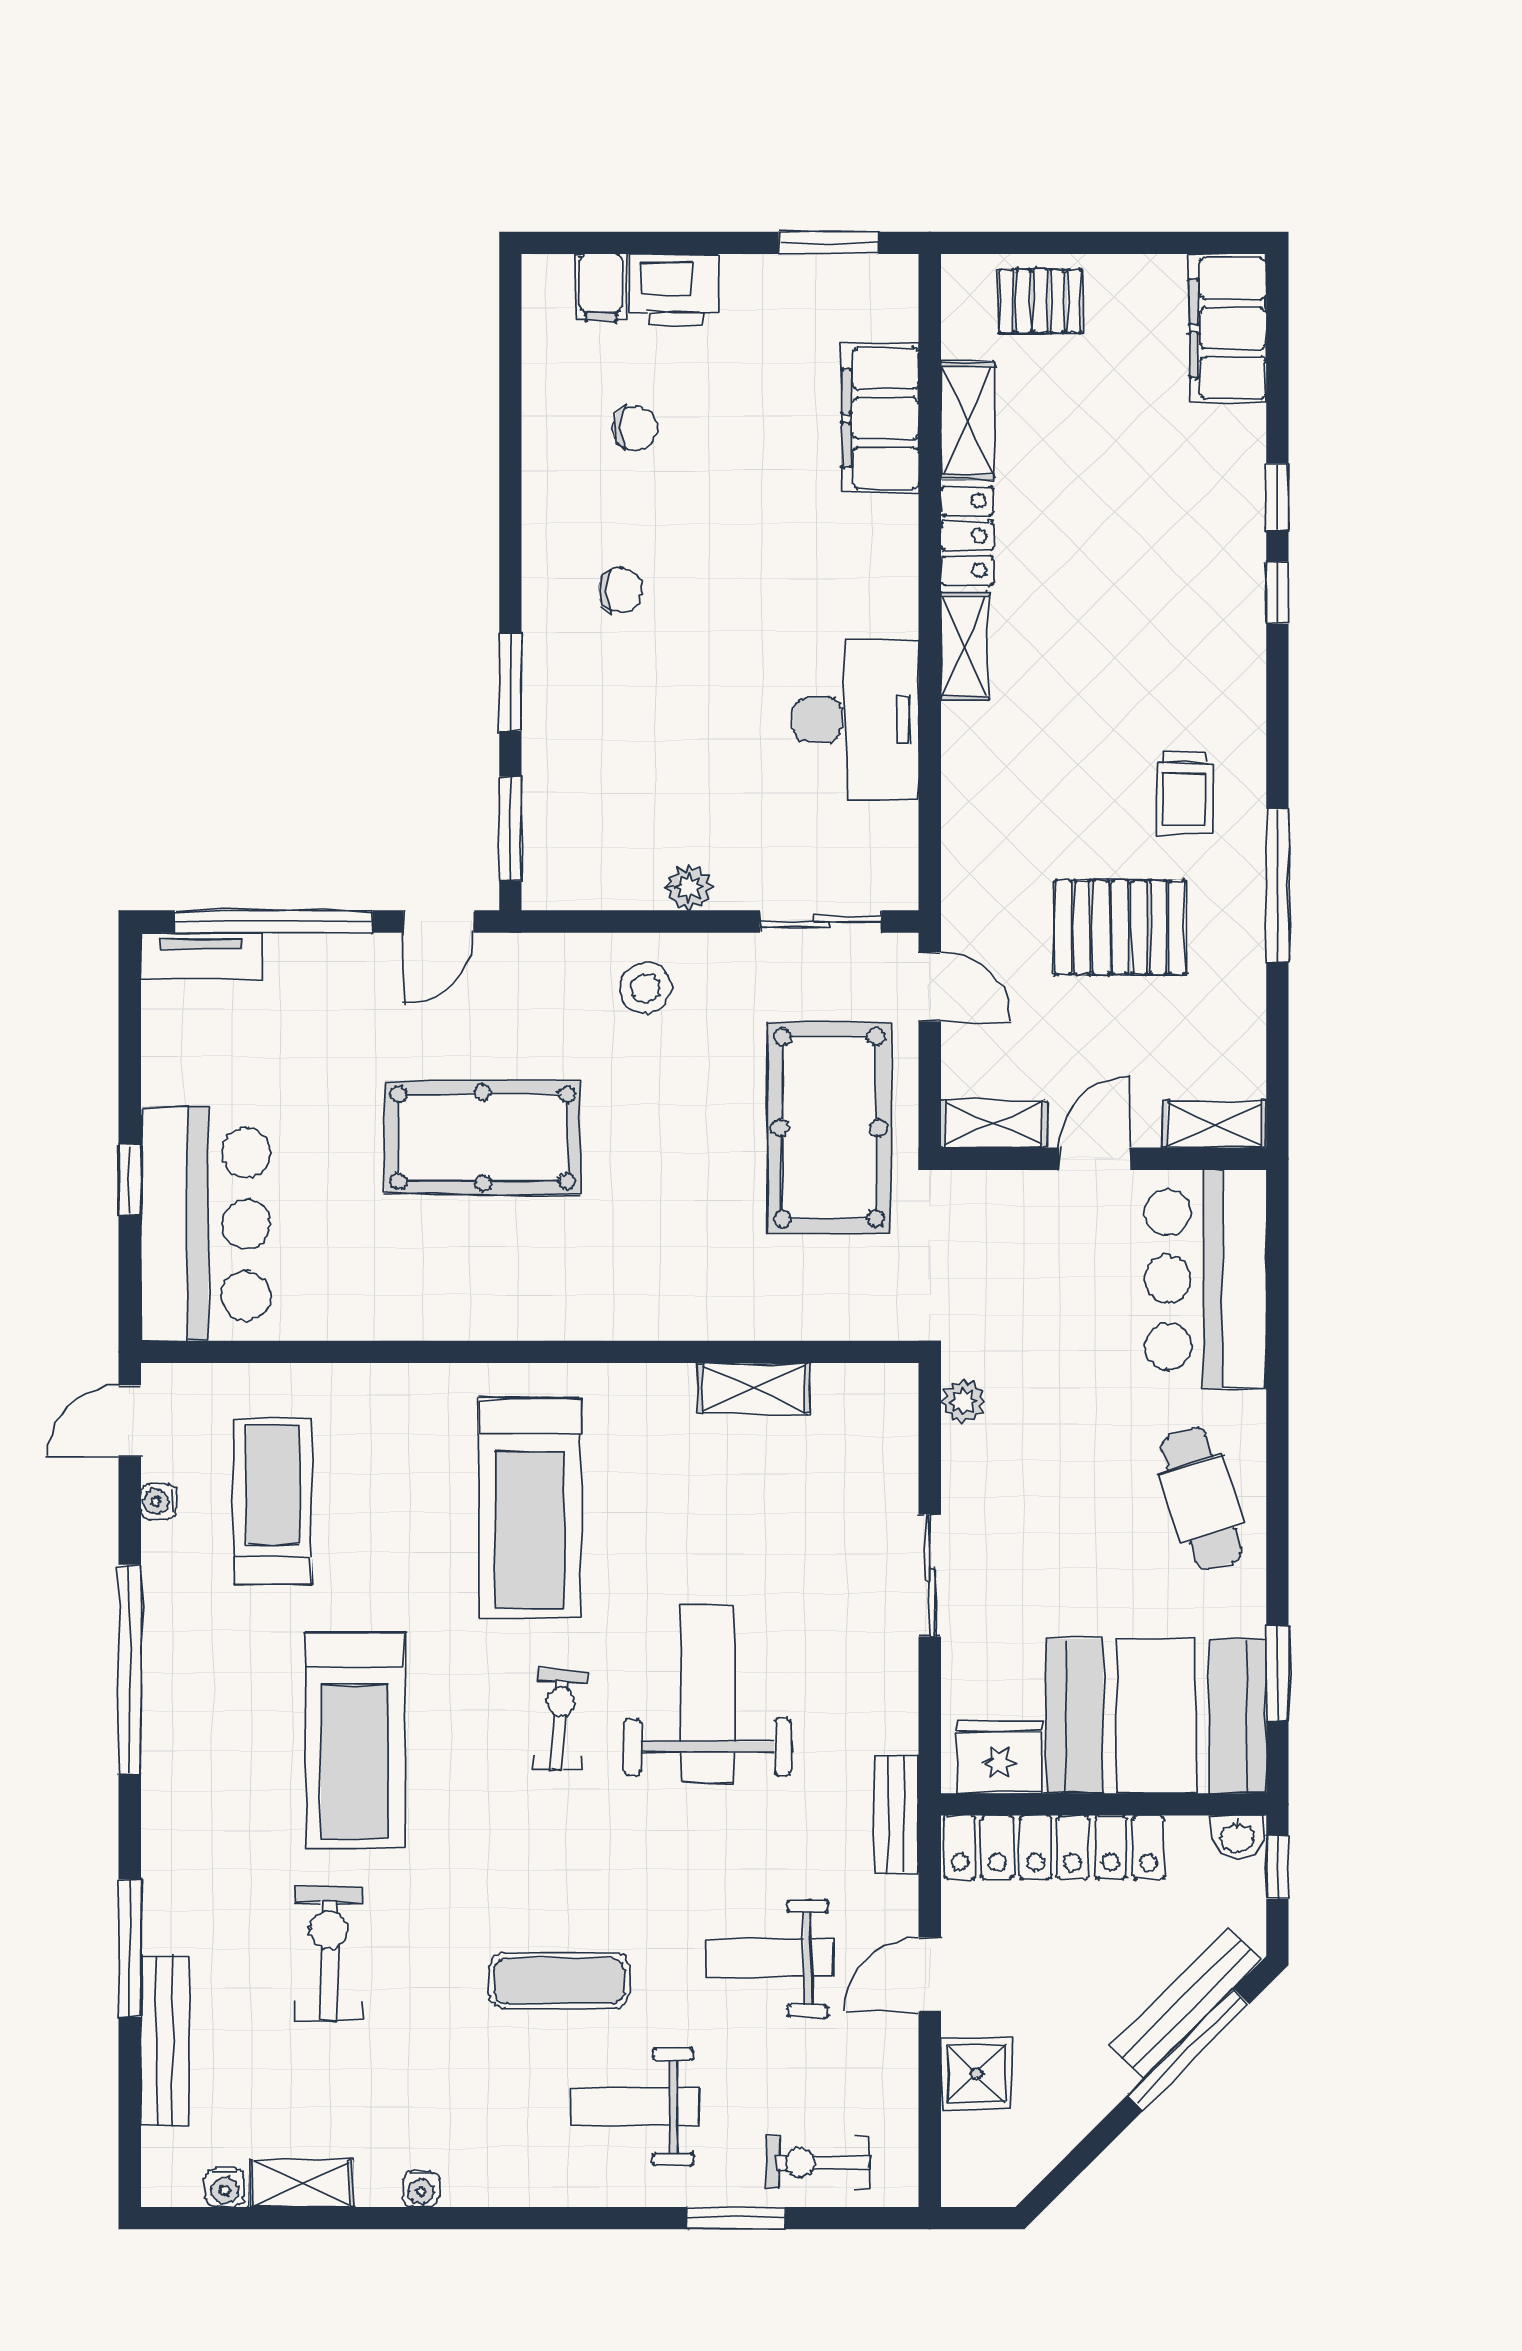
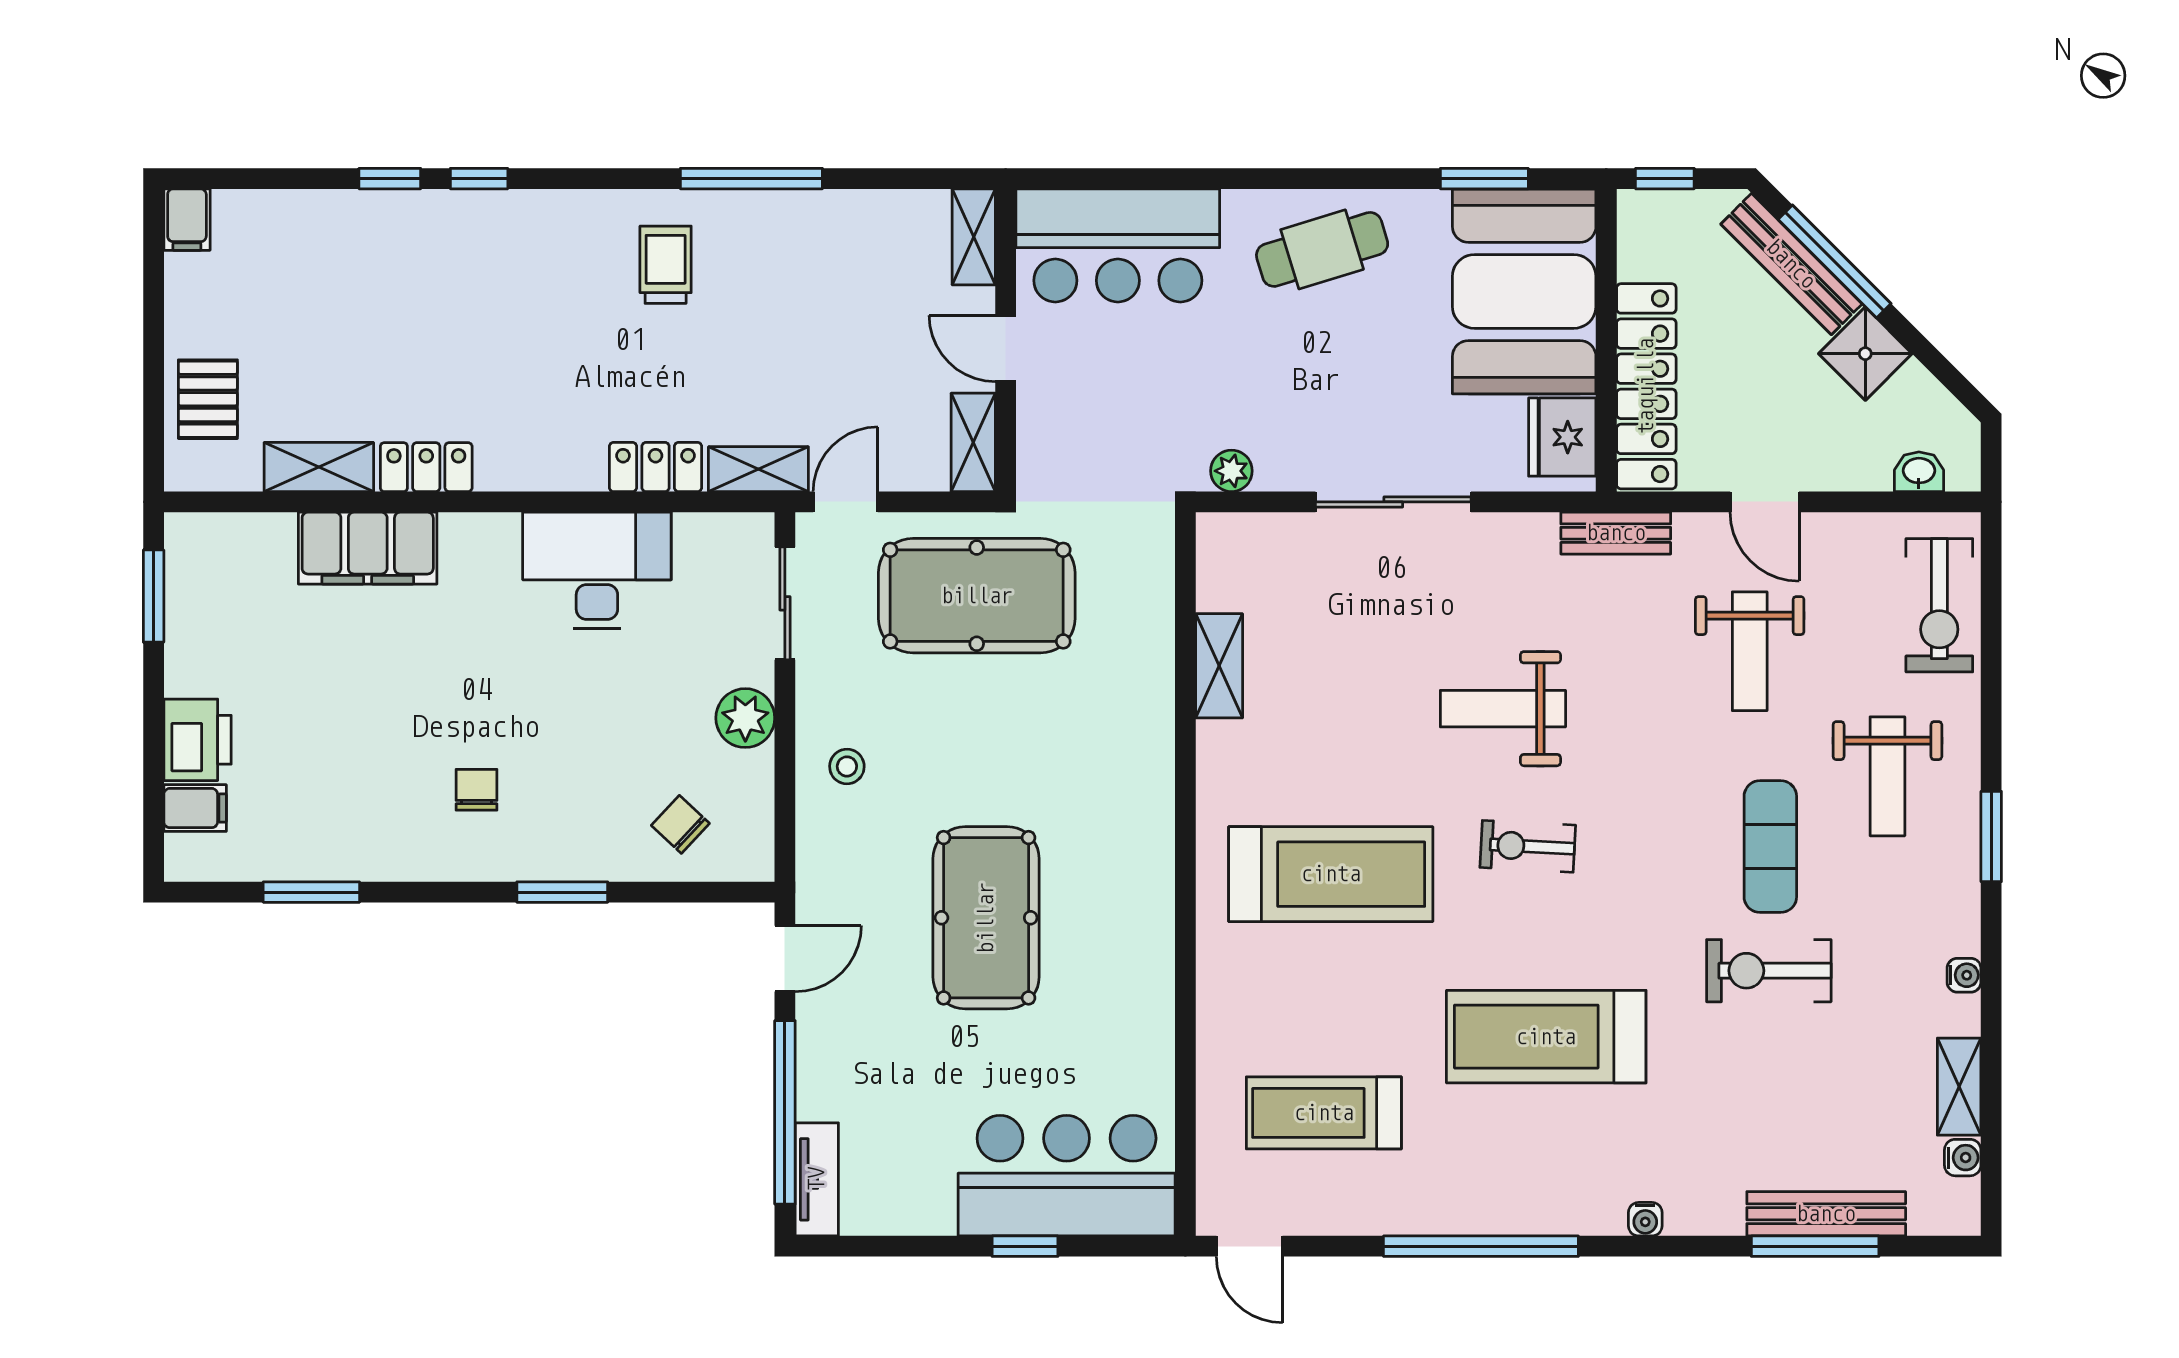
filing cabinet: (1228, 328) -> (187, 220), width x0.33, depth x0.86
filing cabinet: (880, 418) -> (368, 548), moved
chair: (635, 428) -> (680, 824), moved, turned -47
shelving: (965, 646) -> (758, 469), moved
locker: (967, 782) -> (656, 467), added
trolley: (1185, 793) -> (666, 265), turned -90
window: (510, 829) -> (311, 892), moved
plant: (689, 887) -> (745, 718), width x1.38, depth x1.38
door: (439, 922) -> (785, 959), hinge flipped
pallet: (1120, 927) -> (790, 325), removed
stool: (645, 988) -> (847, 766), width x0.73, depth x0.73
water cooler: (159, 1501) -> (1645, 1219), moved
sliding door: (930, 1575) -> (1393, 502), width x1.37
weight bench: (708, 1693) -> (1503, 709), width x0.73, depth x0.75
treadmill: (355, 1740) -> (1546, 1037), turned 180
washbasin: (1237, 1837) -> (1919, 472), moved, turned -90
window: (130, 1948) -> (1815, 1246), moved
exercise bike: (329, 1954) -> (1769, 971), moved
shower: (977, 2074) -> (1865, 354), moved, turned 45
exercise bike: (819, 2162) -> (1939, 605), width x1.38, depth x1.39
window: (736, 2218) -> (1991, 837), moved

